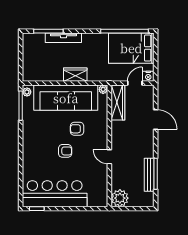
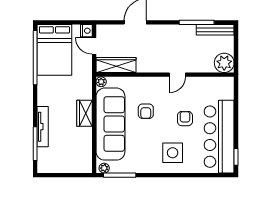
armchair: (65, 151) -> (185, 119), moved
side table: (40, 153) -> (173, 153), added
bench: (149, 175) -> (215, 30), moved

